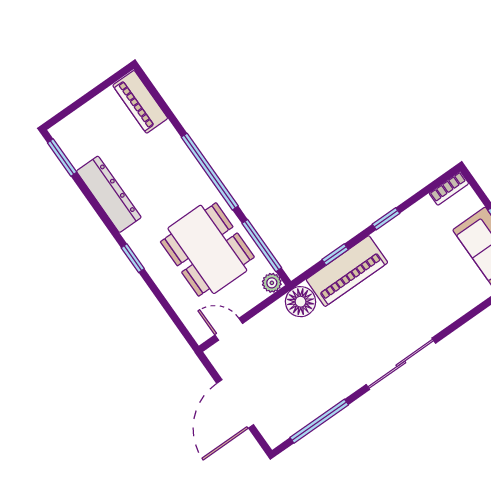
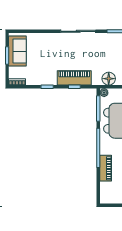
piano: (140, 102) -> (106, 168), moved
floor lamp: (301, 302) -> (109, 79), moved

